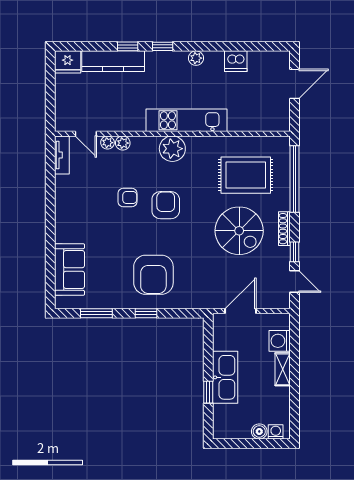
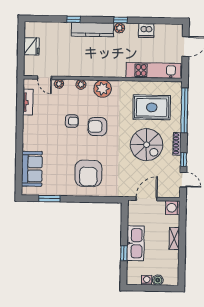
window: (163, 46) -> (121, 20), moved
kitchen counter: (113, 61) -> (93, 30), moved
fridge: (68, 62) -> (31, 46), moved, turned -90
kitchen unit: (187, 120) -> (154, 70), moved
plant: (123, 143) -> (81, 84), moved
tv unit: (62, 155) -> (28, 102), moved
armchair: (166, 205) -> (97, 127), turned -90
window: (146, 313) -> (83, 199), removed
washing machine: (280, 341) -> (173, 208), moved
washing machine: (276, 432) -> (147, 280), moved

